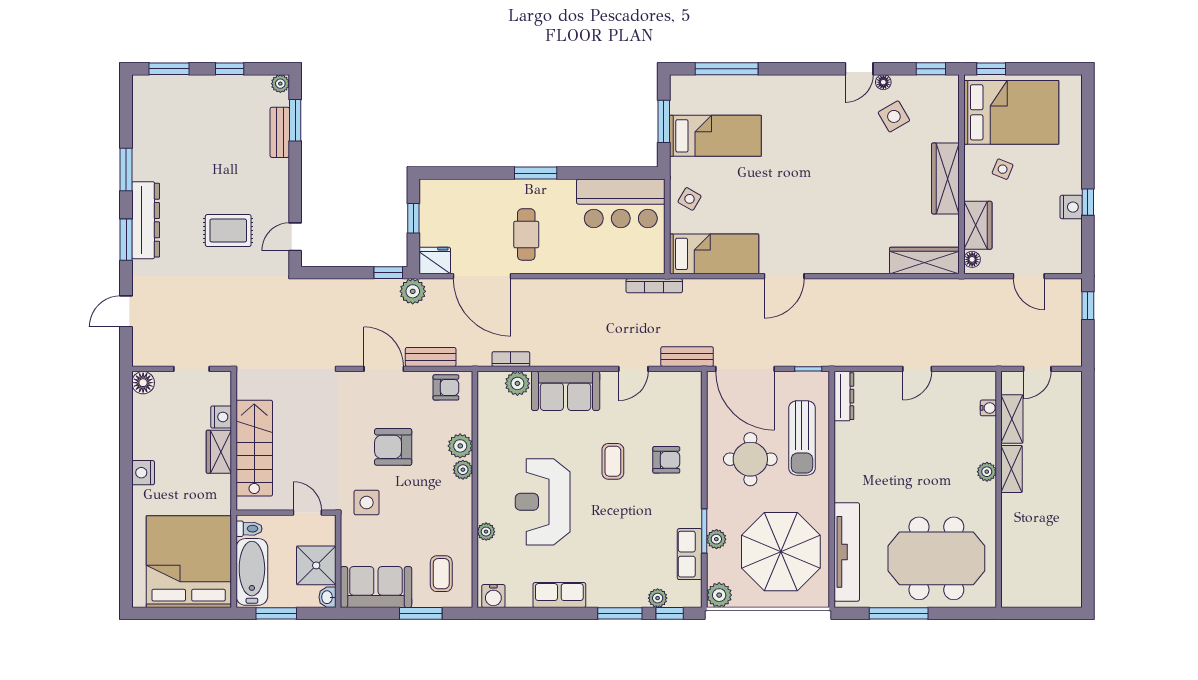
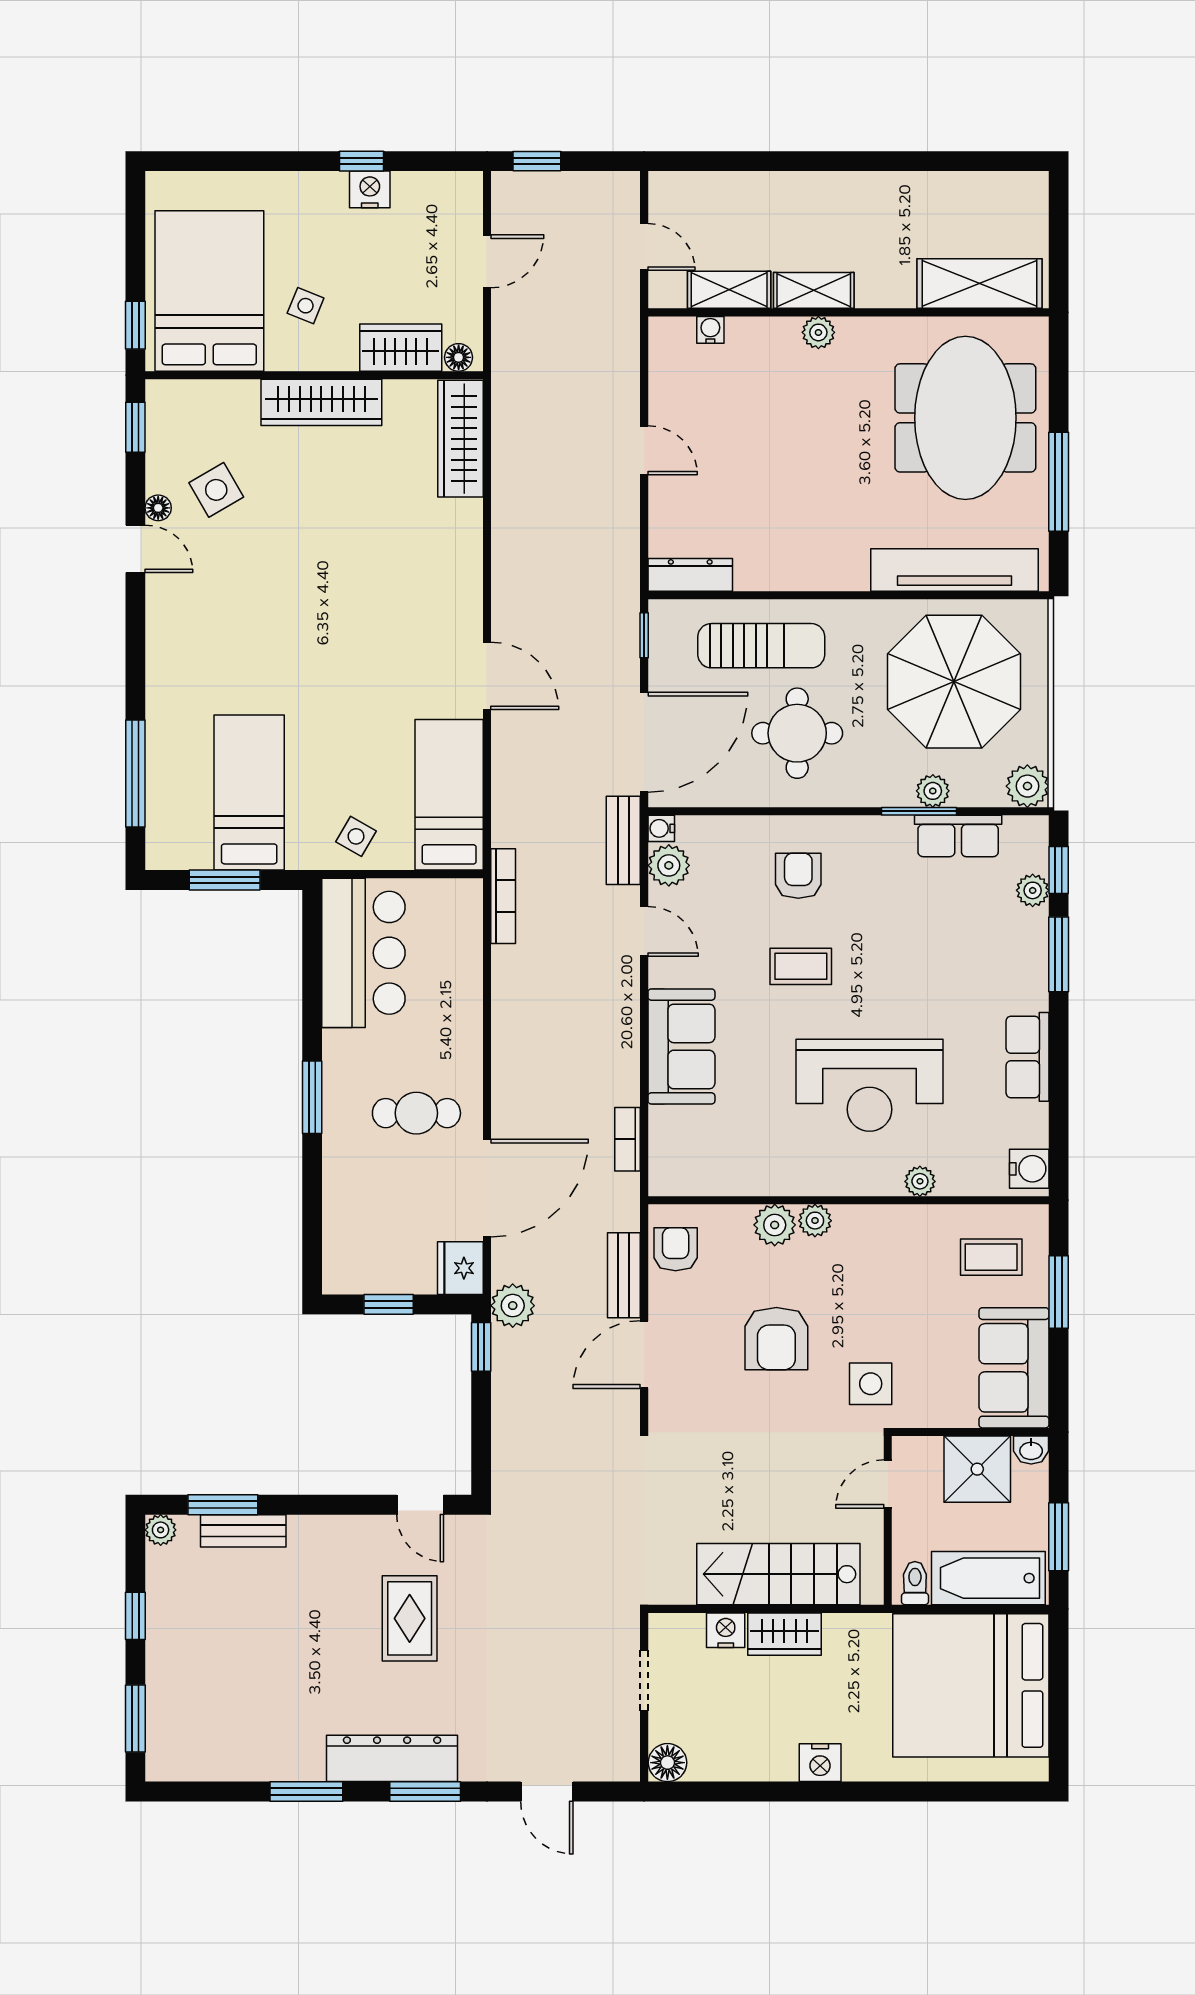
water cooler: (694, 379) -> (661, 828), added
plant: (517, 383) -> (669, 865), moved
shelving: (1016, 567) -> (979, 283), added

